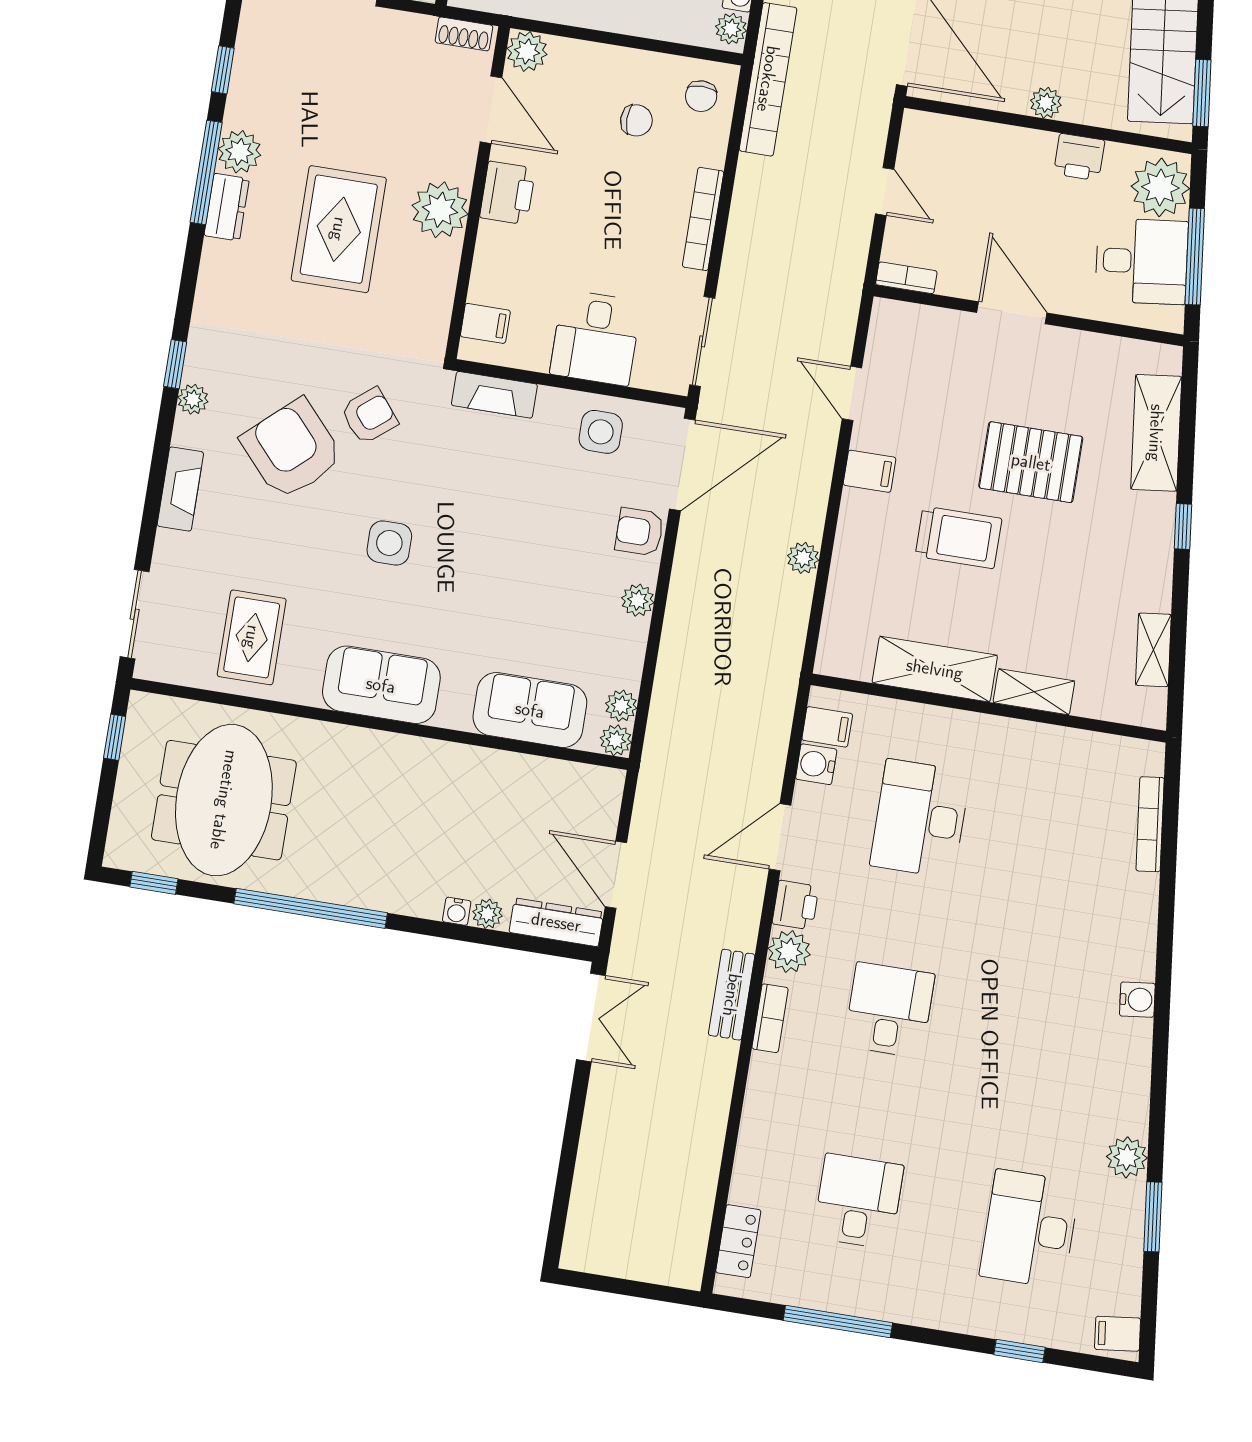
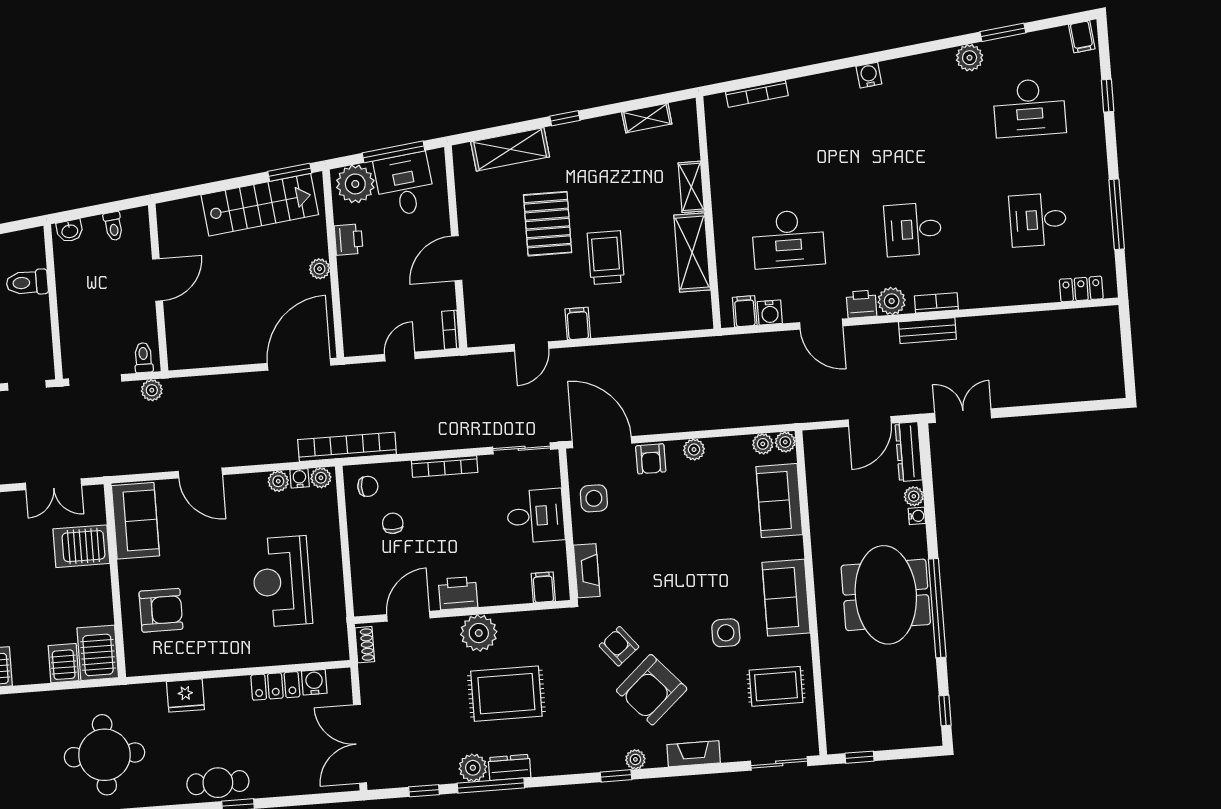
plant: (527, 51) -> (366, 602), removed
side table: (389, 543) -> (726, 633), moved
plant: (803, 558) -> (642, 352), removed
meeting table: (224, 800) -> (886, 595), moved, turned 90

